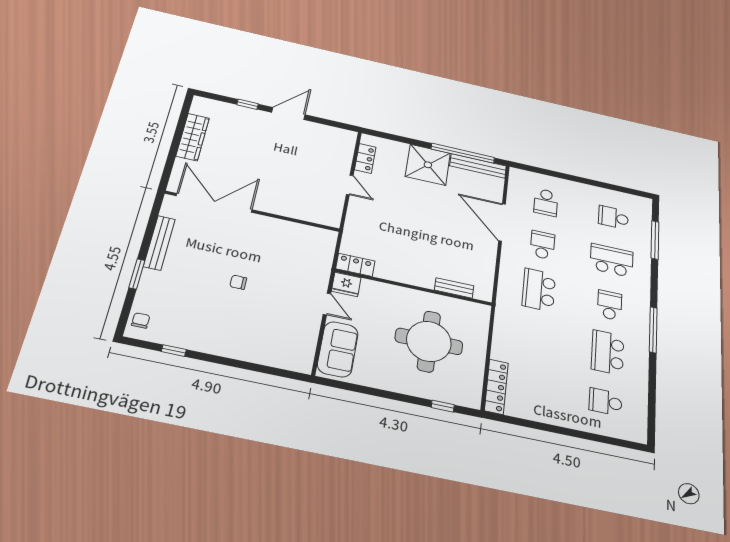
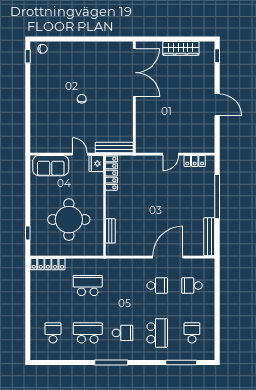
window: (247, 104) -> (217, 56), moved
window: (463, 153) -> (217, 197), moved
shower: (428, 165) -> (201, 203), removed
bench: (159, 243) -> (114, 148), moved
locker: (355, 265) -> (112, 173), width x1.53
window: (137, 274) -> (73, 39), removed
school desk: (539, 290) -> (88, 286), moved
door: (327, 304) -> (80, 154), swing flipped
window: (174, 351) -> (28, 56), moved

